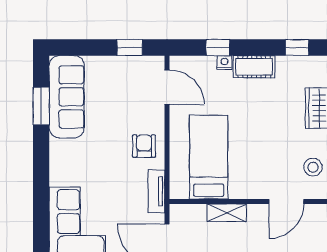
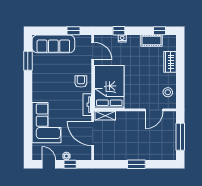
cot: (254, 67) -> (151, 41), moved
sofa: (67, 97) -> (53, 44), moved, turned 90
bed: (209, 157) -> (109, 87), width x1.50
shelving: (227, 213) -> (105, 116), moved

